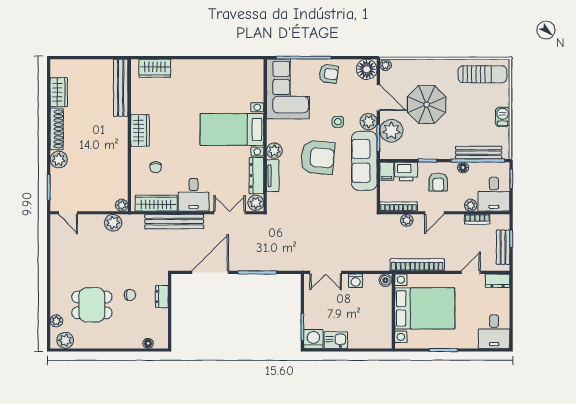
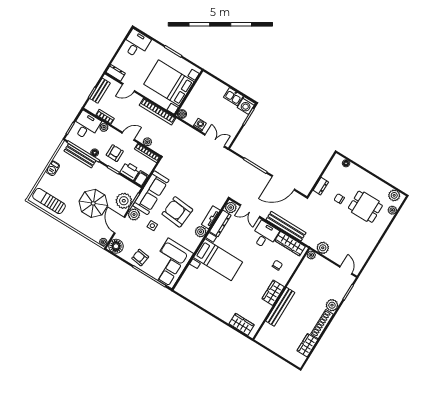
bench: (121, 88) -> (280, 307), moved

